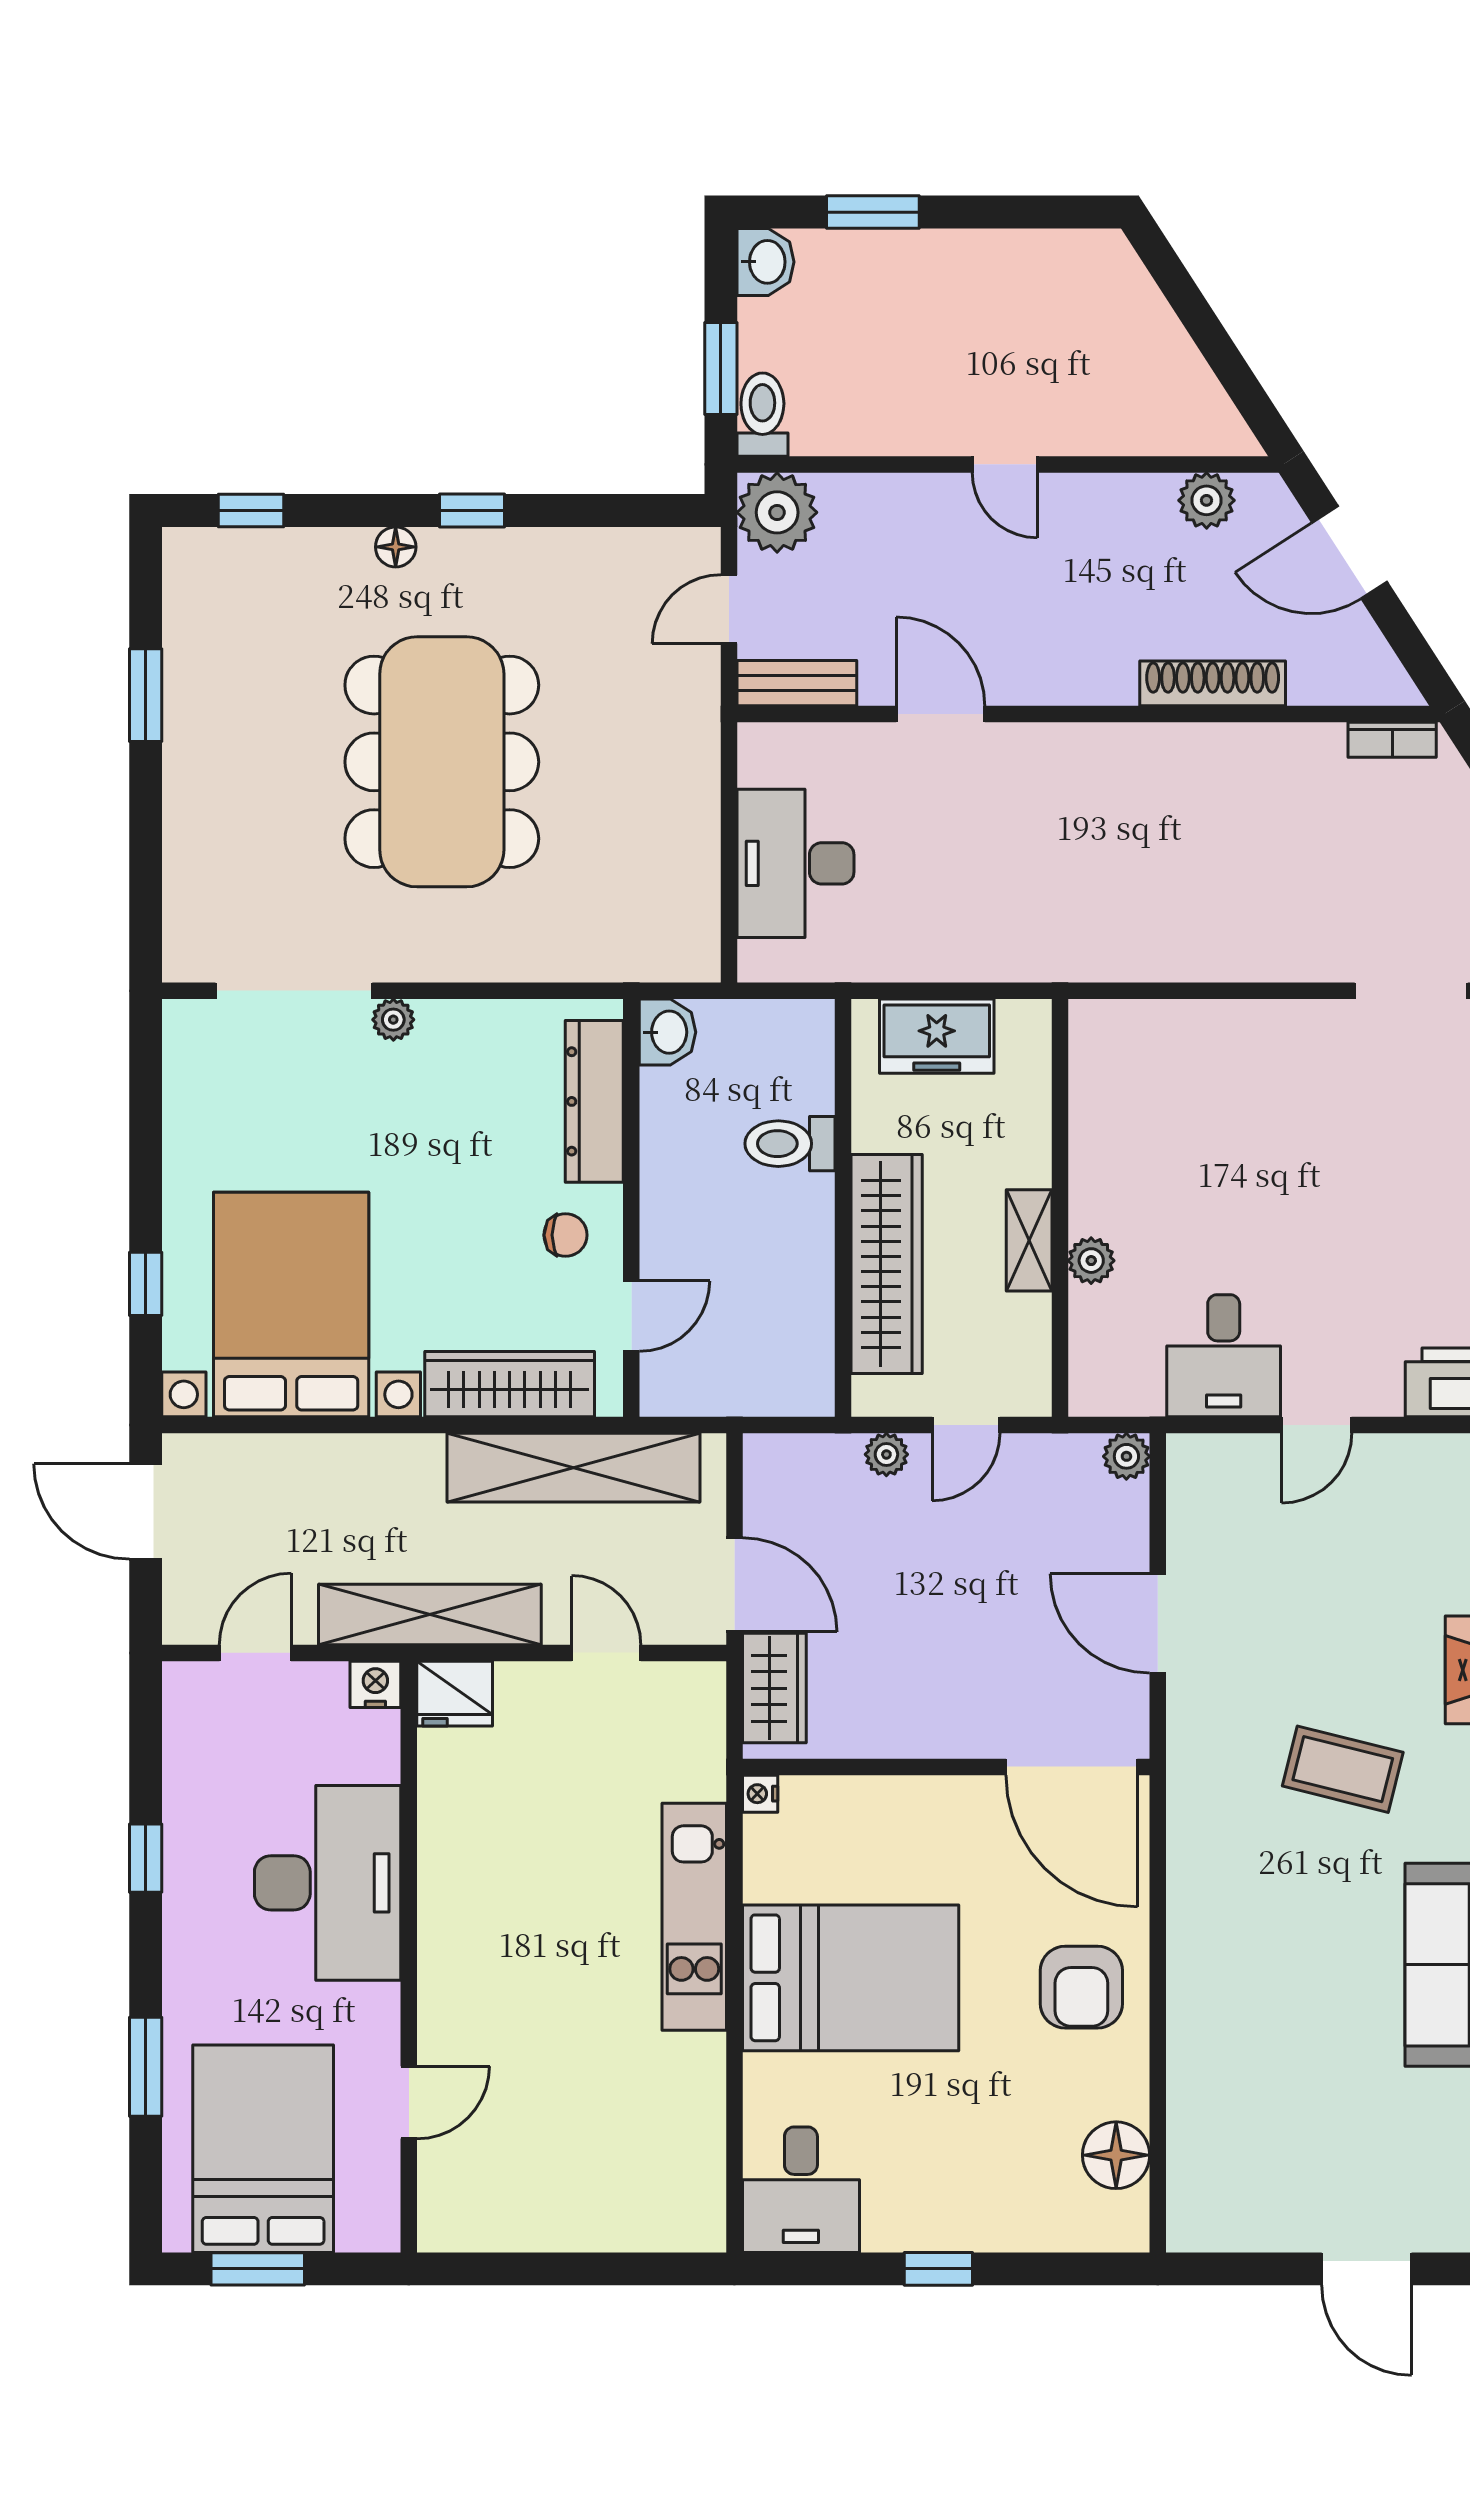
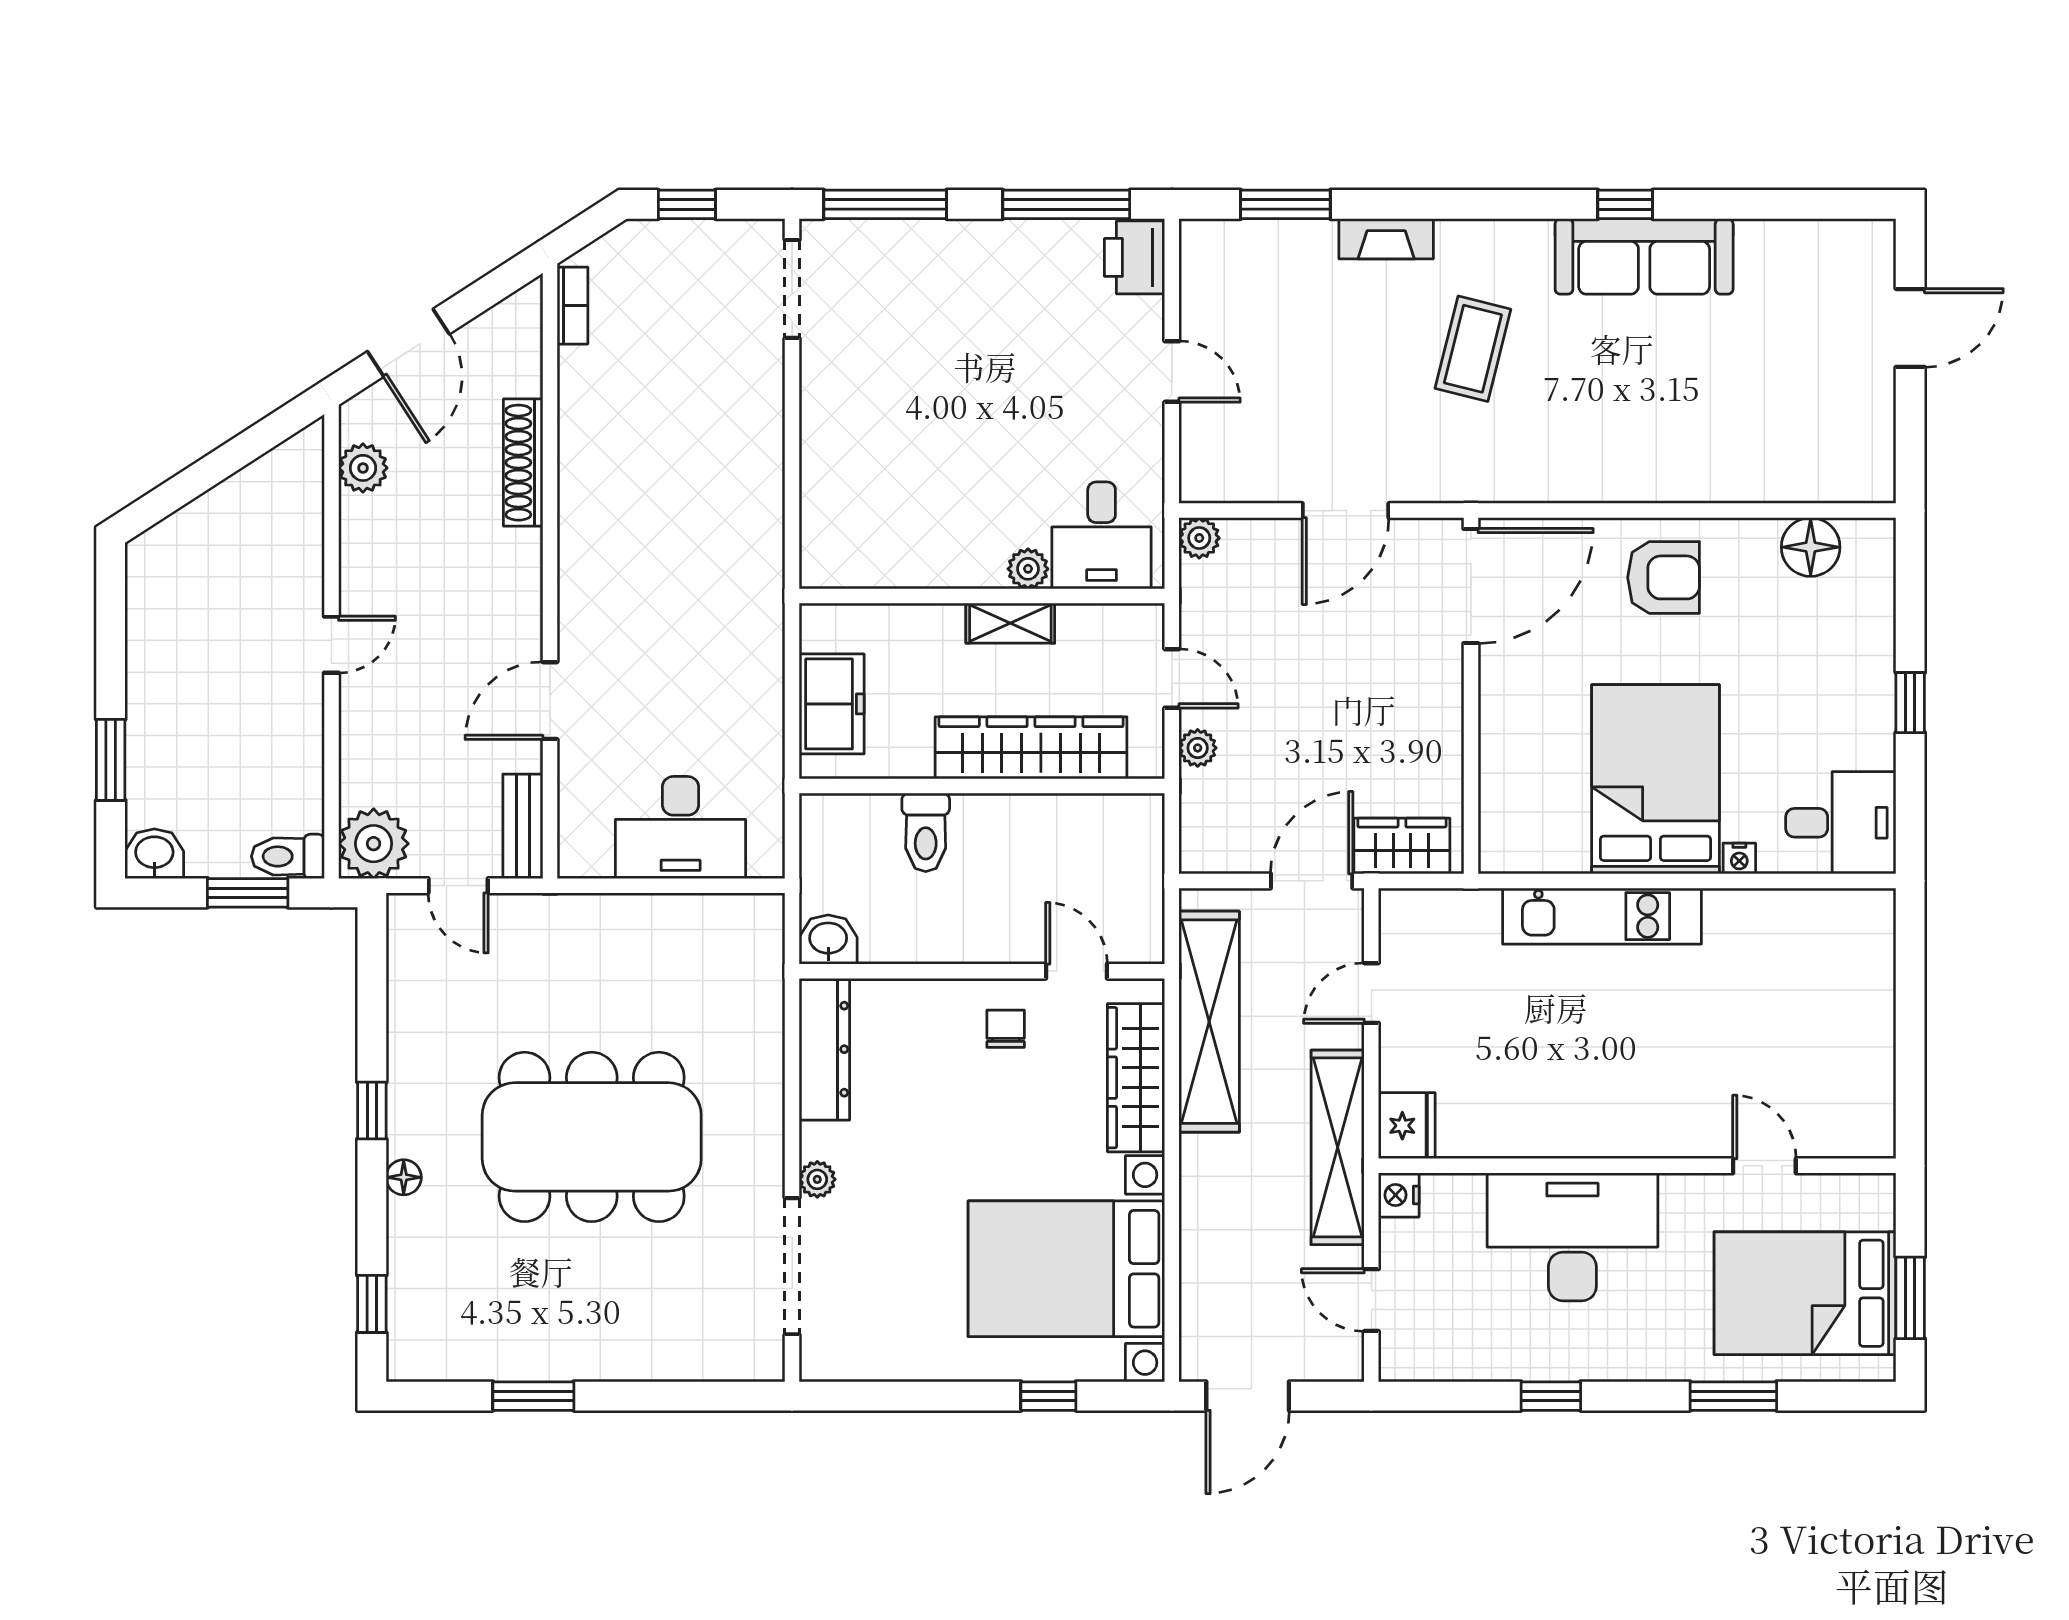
dresser: (594, 1101) -> (824, 1049), moved, turned -90
desk: (1224, 1356) -> (1102, 535), moved, turned 90
nightstand: (760, 1794) -> (1739, 858), moved

